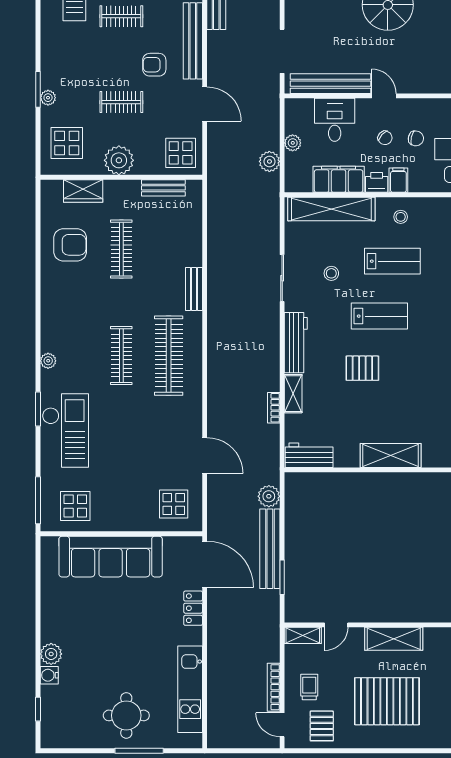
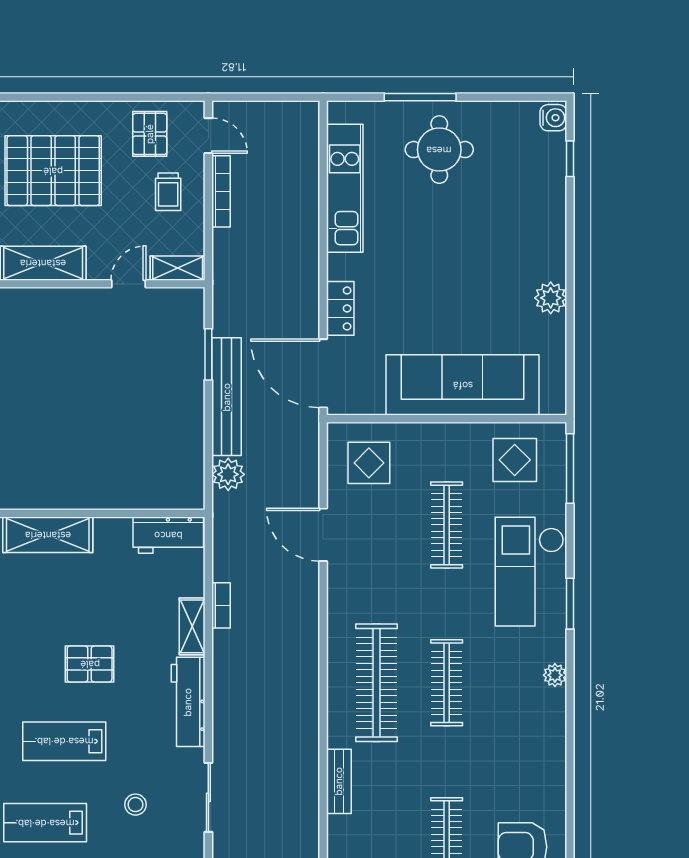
clothes rail: (121, 462) -> (447, 525), added
plant: (51, 654) -> (551, 298), moved
water cooler: (49, 675) -> (553, 118), moved

